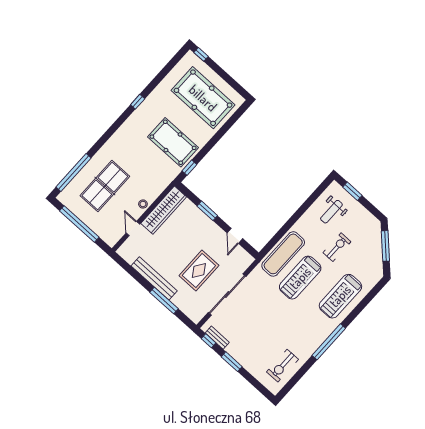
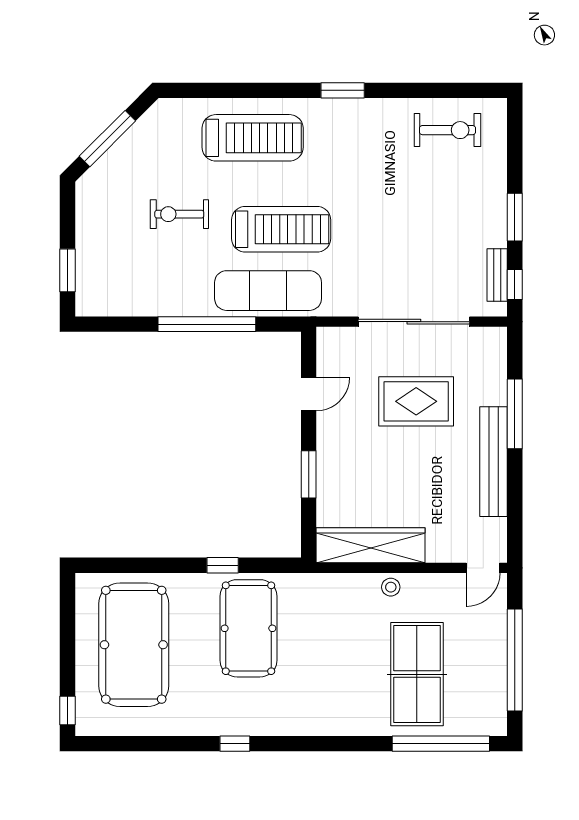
window: (189, 168) -> (223, 565), moved
table tennis table: (105, 186) -> (417, 674), turned 90
weight bench: (331, 212) -> (130, 274), removed
window: (291, 223) -> (207, 324), added
door: (133, 229) -> (483, 568), moved
window: (329, 342) -> (343, 90), width x0.47

